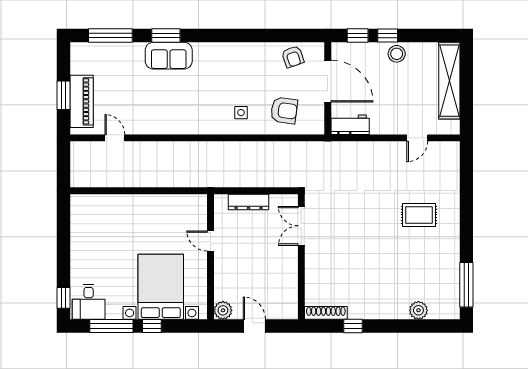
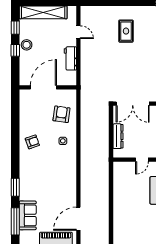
window: (358, 36) -> (15, 28), moved
sofa: (169, 56) -> (28, 215), moved
armchair: (293, 57) -> (32, 142), moved
workbench: (350, 125) -> (70, 58), moved
door: (115, 138) -> (78, 219), width x1.88
double door: (301, 226) -> (133, 104), width x1.37

